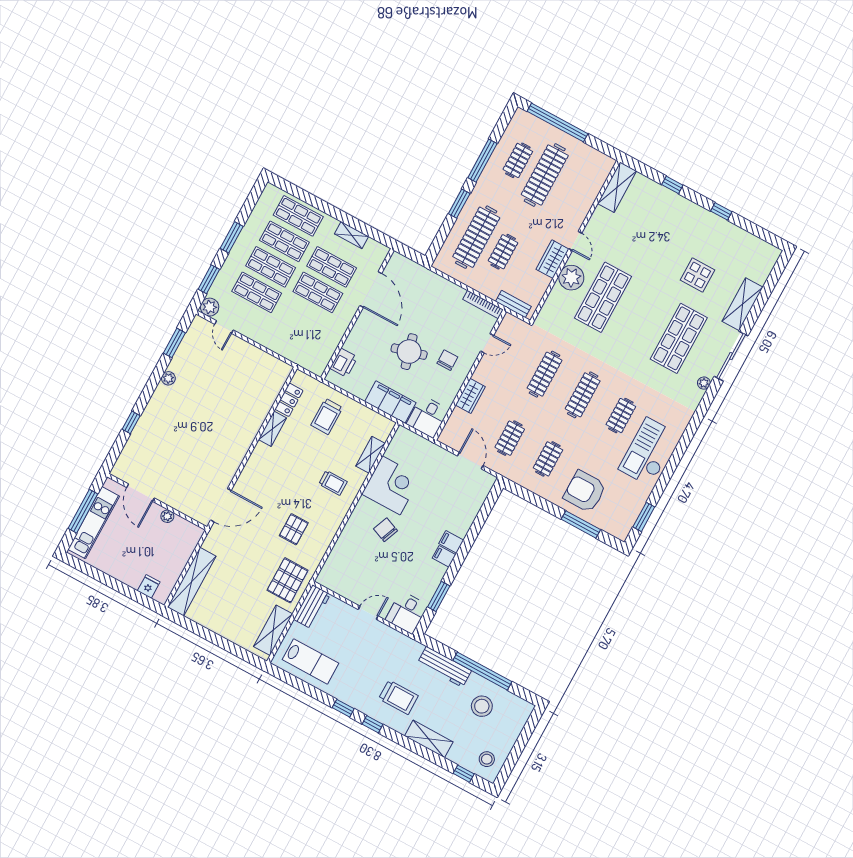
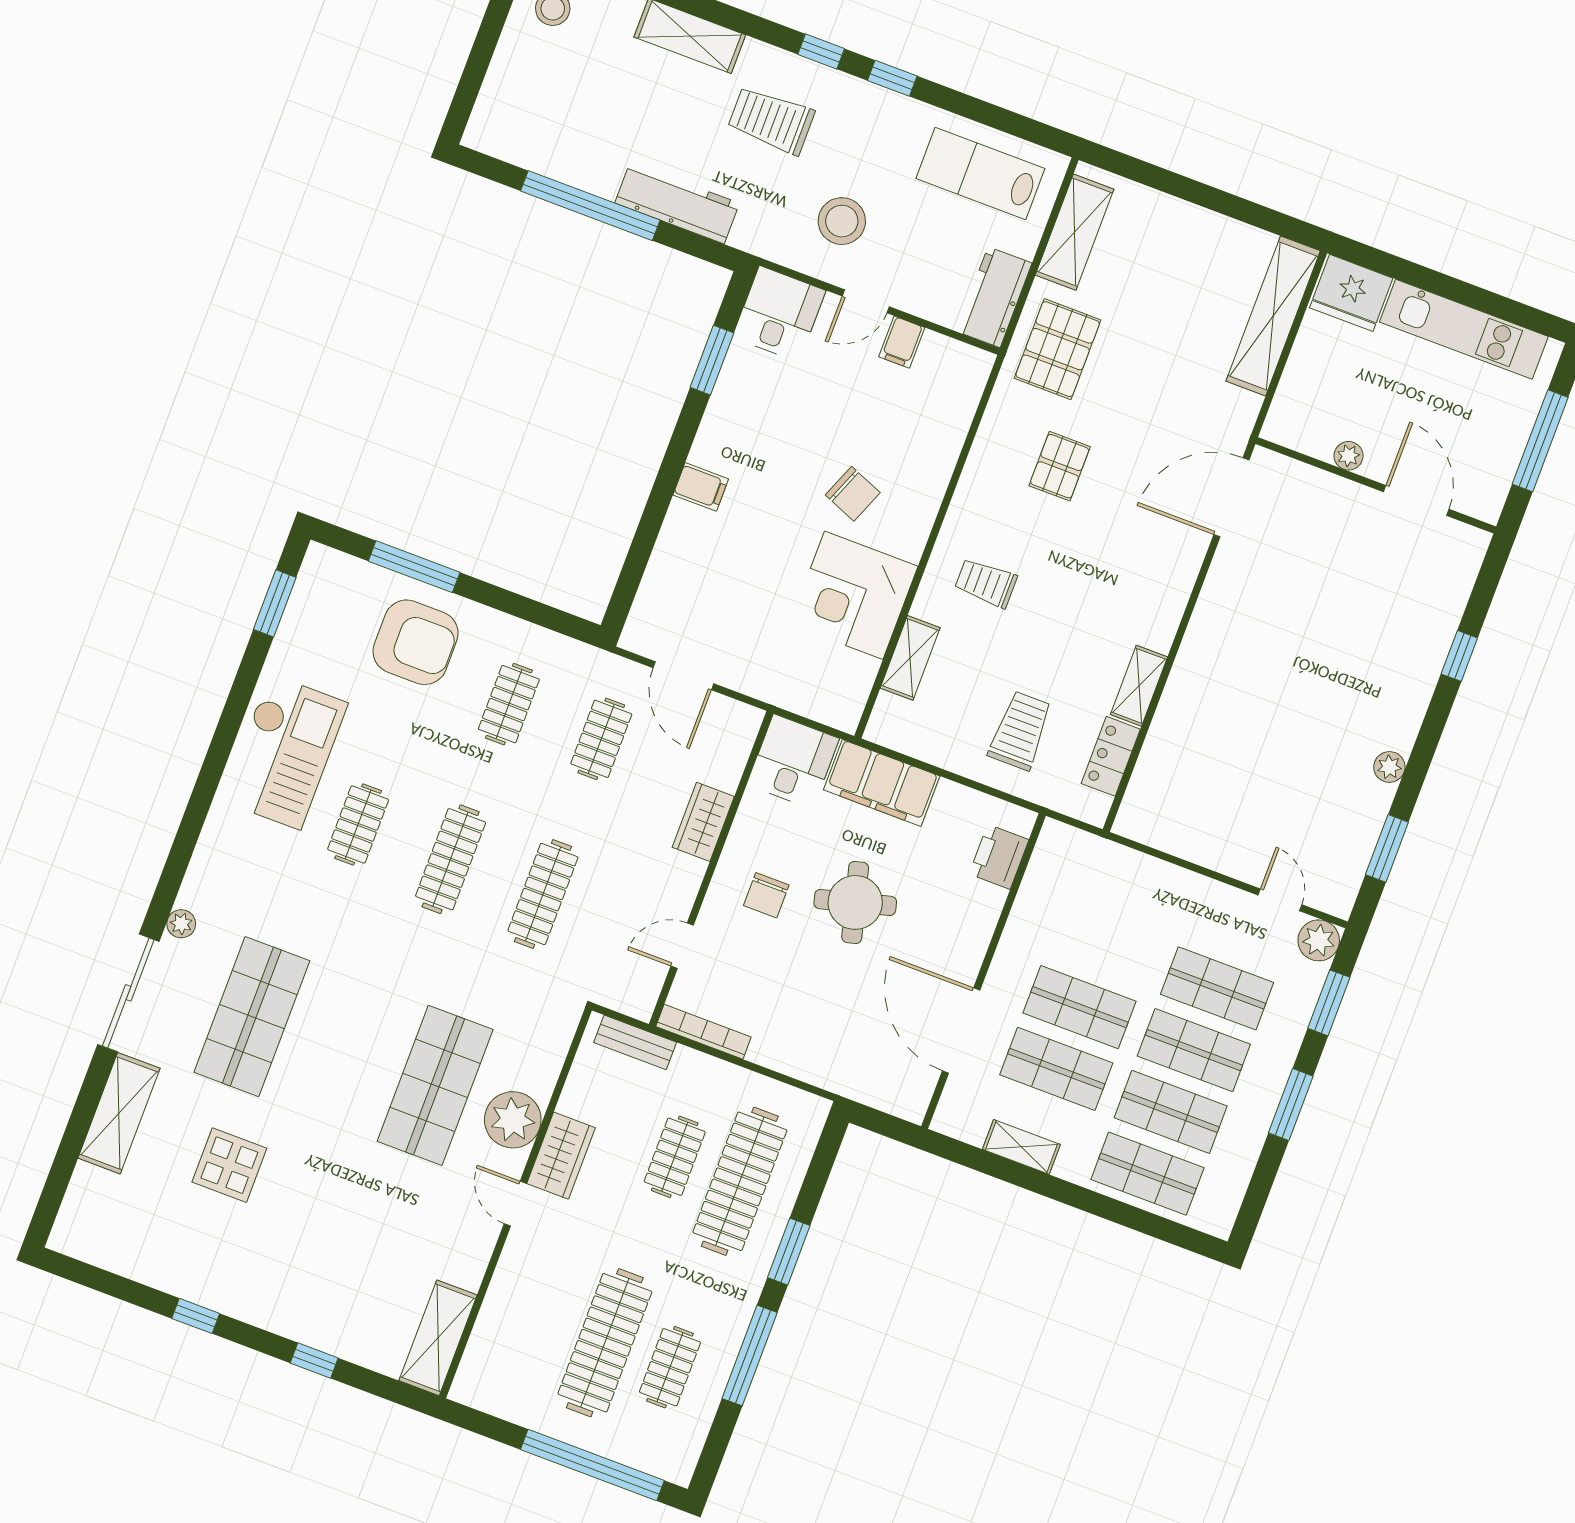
kitchen unit: (94, 523) -> (1464, 329), moved, turned -90
filing cabinet: (444, 556) -> (902, 342), moved, turned 90
fridge: (149, 586) -> (1351, 293), width x1.88, depth x1.34
stool: (482, 706) -> (842, 221), moved

